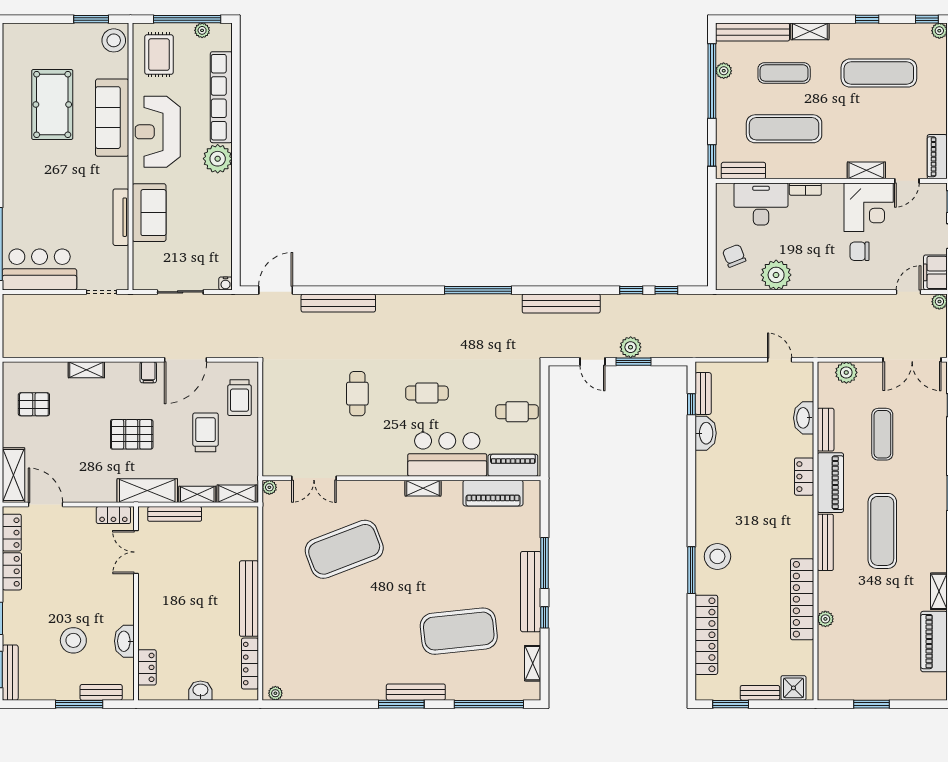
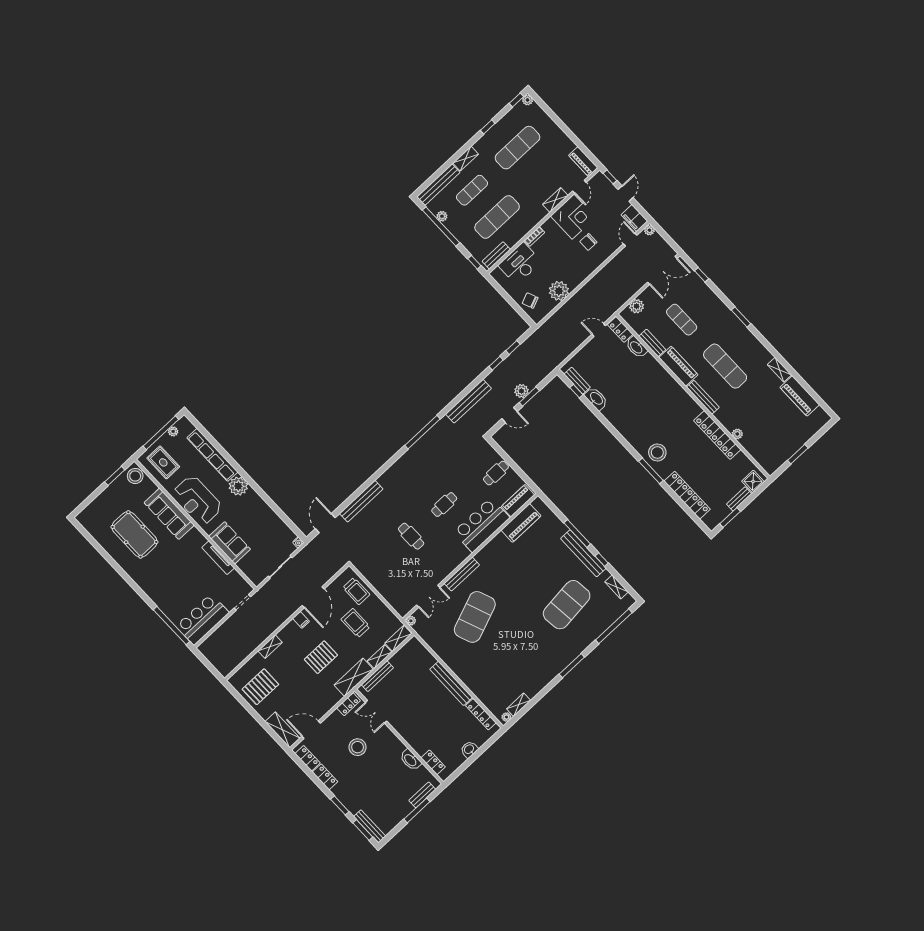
pallet: (34, 404) -> (260, 687), width x1.50, depth x1.42
locker: (804, 477) -> (620, 329), moved
shelving: (423, 488) -> (519, 705), moved
stool: (73, 640) -> (358, 747), moved
bench: (416, 692) -> (462, 574), moved

